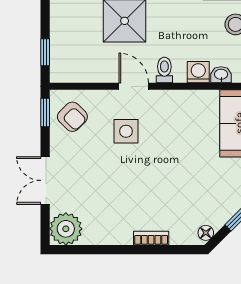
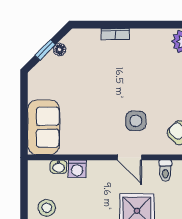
toilet: (164, 70) -> (165, 171), moved
floor lamp: (206, 233) -> (60, 50), moved

